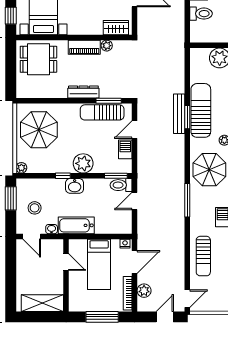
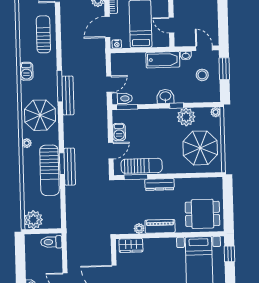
toilet: (201, 14) -> (51, 242), moved
plant: (83, 163) -> (186, 117), moved
bench: (179, 190) -> (68, 95), added
window: (11, 198) -> (224, 69), moved

